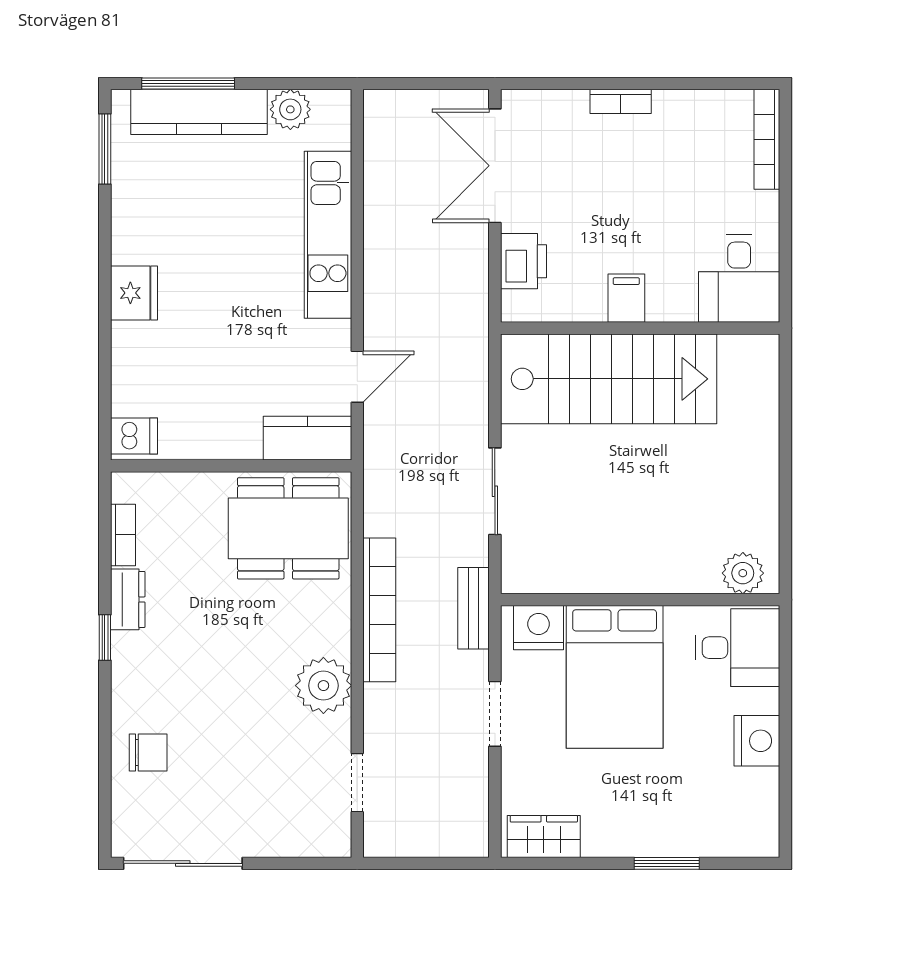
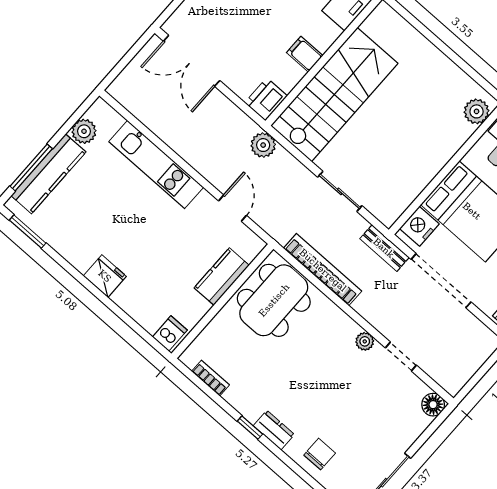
printer: (524, 261) -> (266, 99), moved, turned -90
plant: (469, 346) -> (263, 145), added
kitchen counter: (307, 438) -> (222, 277), moved
dresser: (128, 599) -> (274, 430), moved
bookcase: (379, 610) -> (323, 270), moved
plant: (323, 686) -> (365, 341), width x0.53, depth x0.53
doorway: (495, 714) -> (441, 281), width x1.87
doorway: (357, 783) -> (401, 357), moved
floor lamp: (333, 839) -> (433, 405), added

